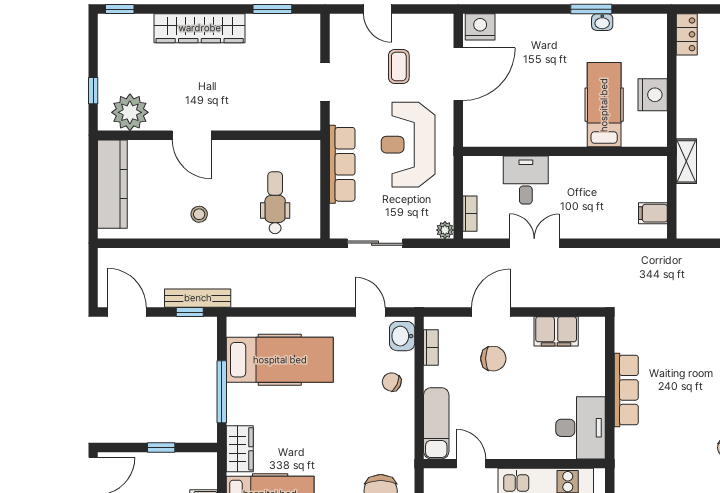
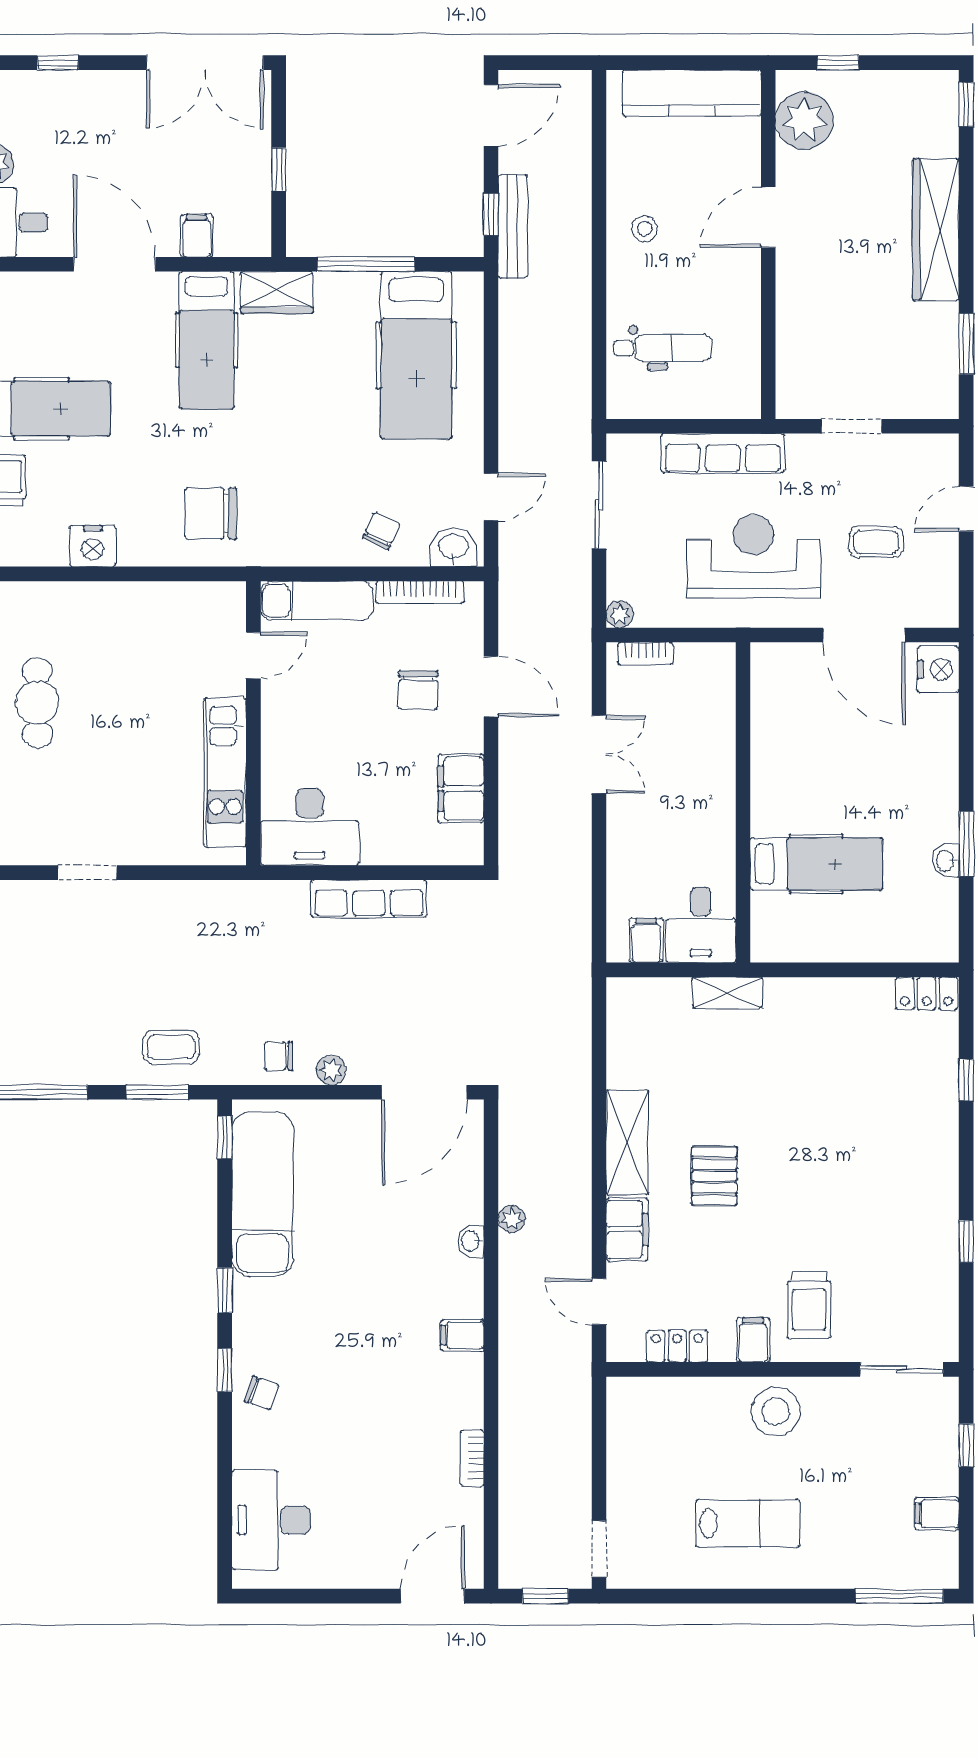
nightstand: (653, 95) -> (832, 940), removed
desk: (526, 180) -> (701, 925), moved, turned 90
bookcase: (431, 347) -> (420, 592), width x1.56

